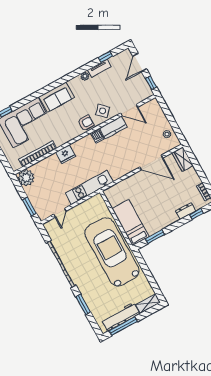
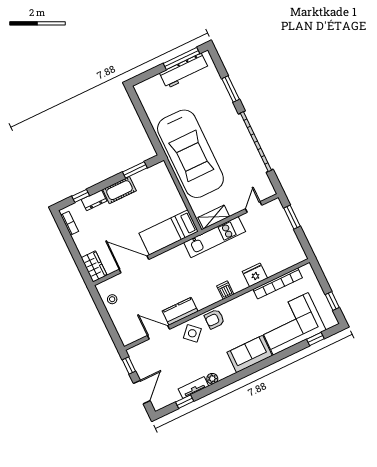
dishwasher: (97, 136) -> (225, 290), moved
fridge: (65, 154) -> (255, 275), moved
plant: (26, 178) -> (294, 254), removed
cot: (166, 220) -> (119, 190), added
bed: (131, 223) -> (169, 232), moved, turned 90
shelving: (148, 304) -> (214, 217), moved

